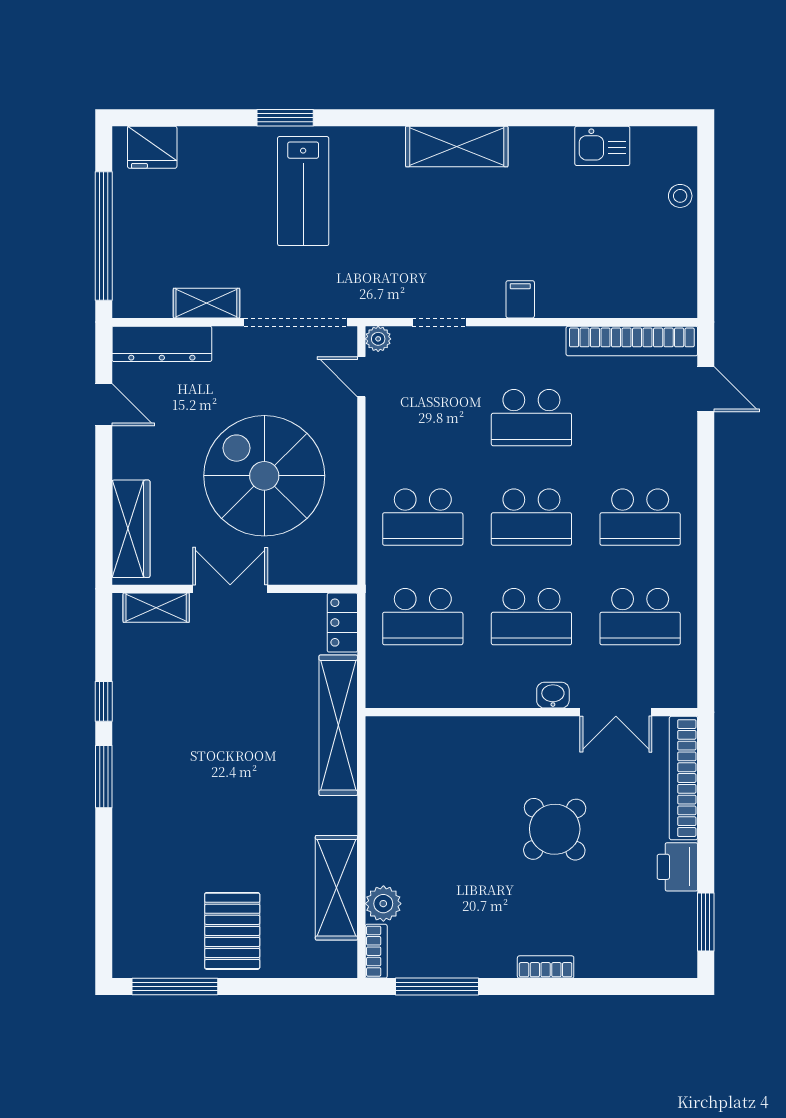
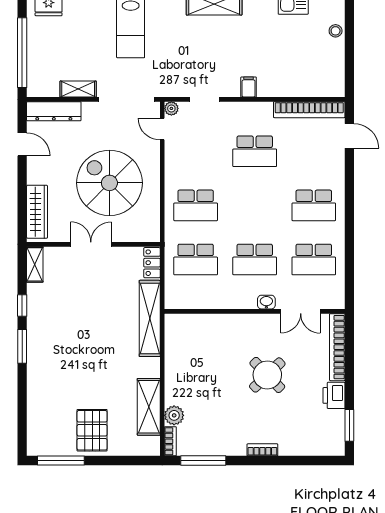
school desk: (531, 517) -> (255, 205), removed
shelving: (156, 608) -> (35, 264), moved, turned 90

